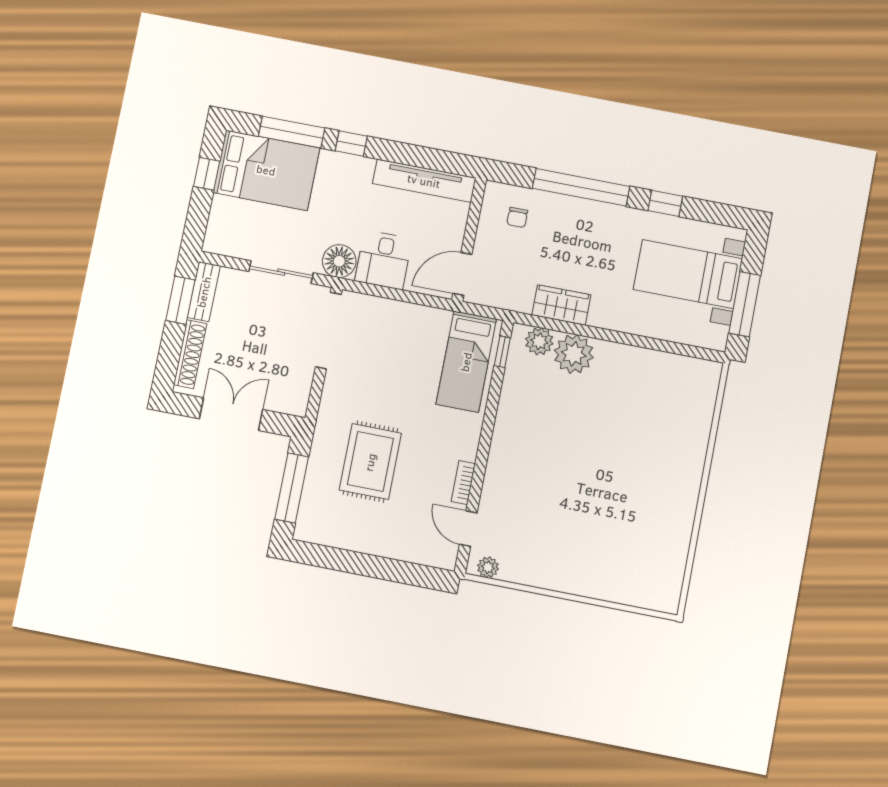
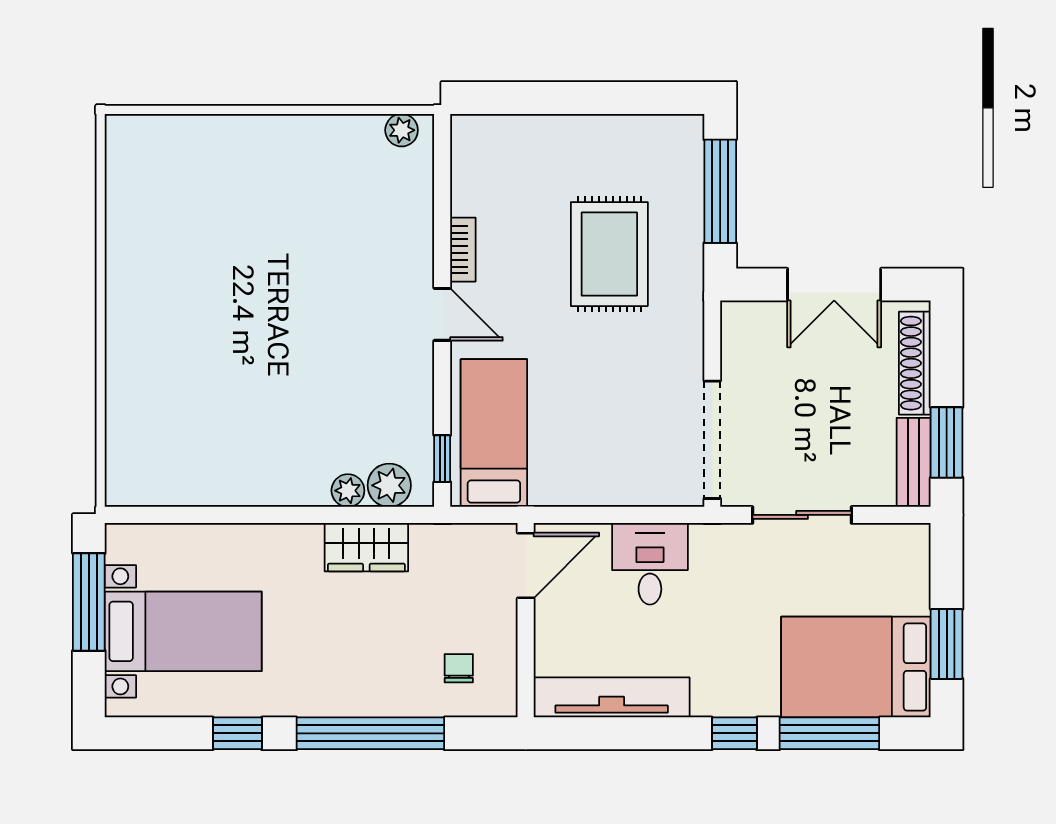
window: (207, 174) -> (947, 644), width x1.50
floor lamp: (339, 261) -> (717, 549), removed
plant: (574, 354) -> (348, 491), width x0.53, depth x0.53
door: (468, 529) -> (442, 314), moved

